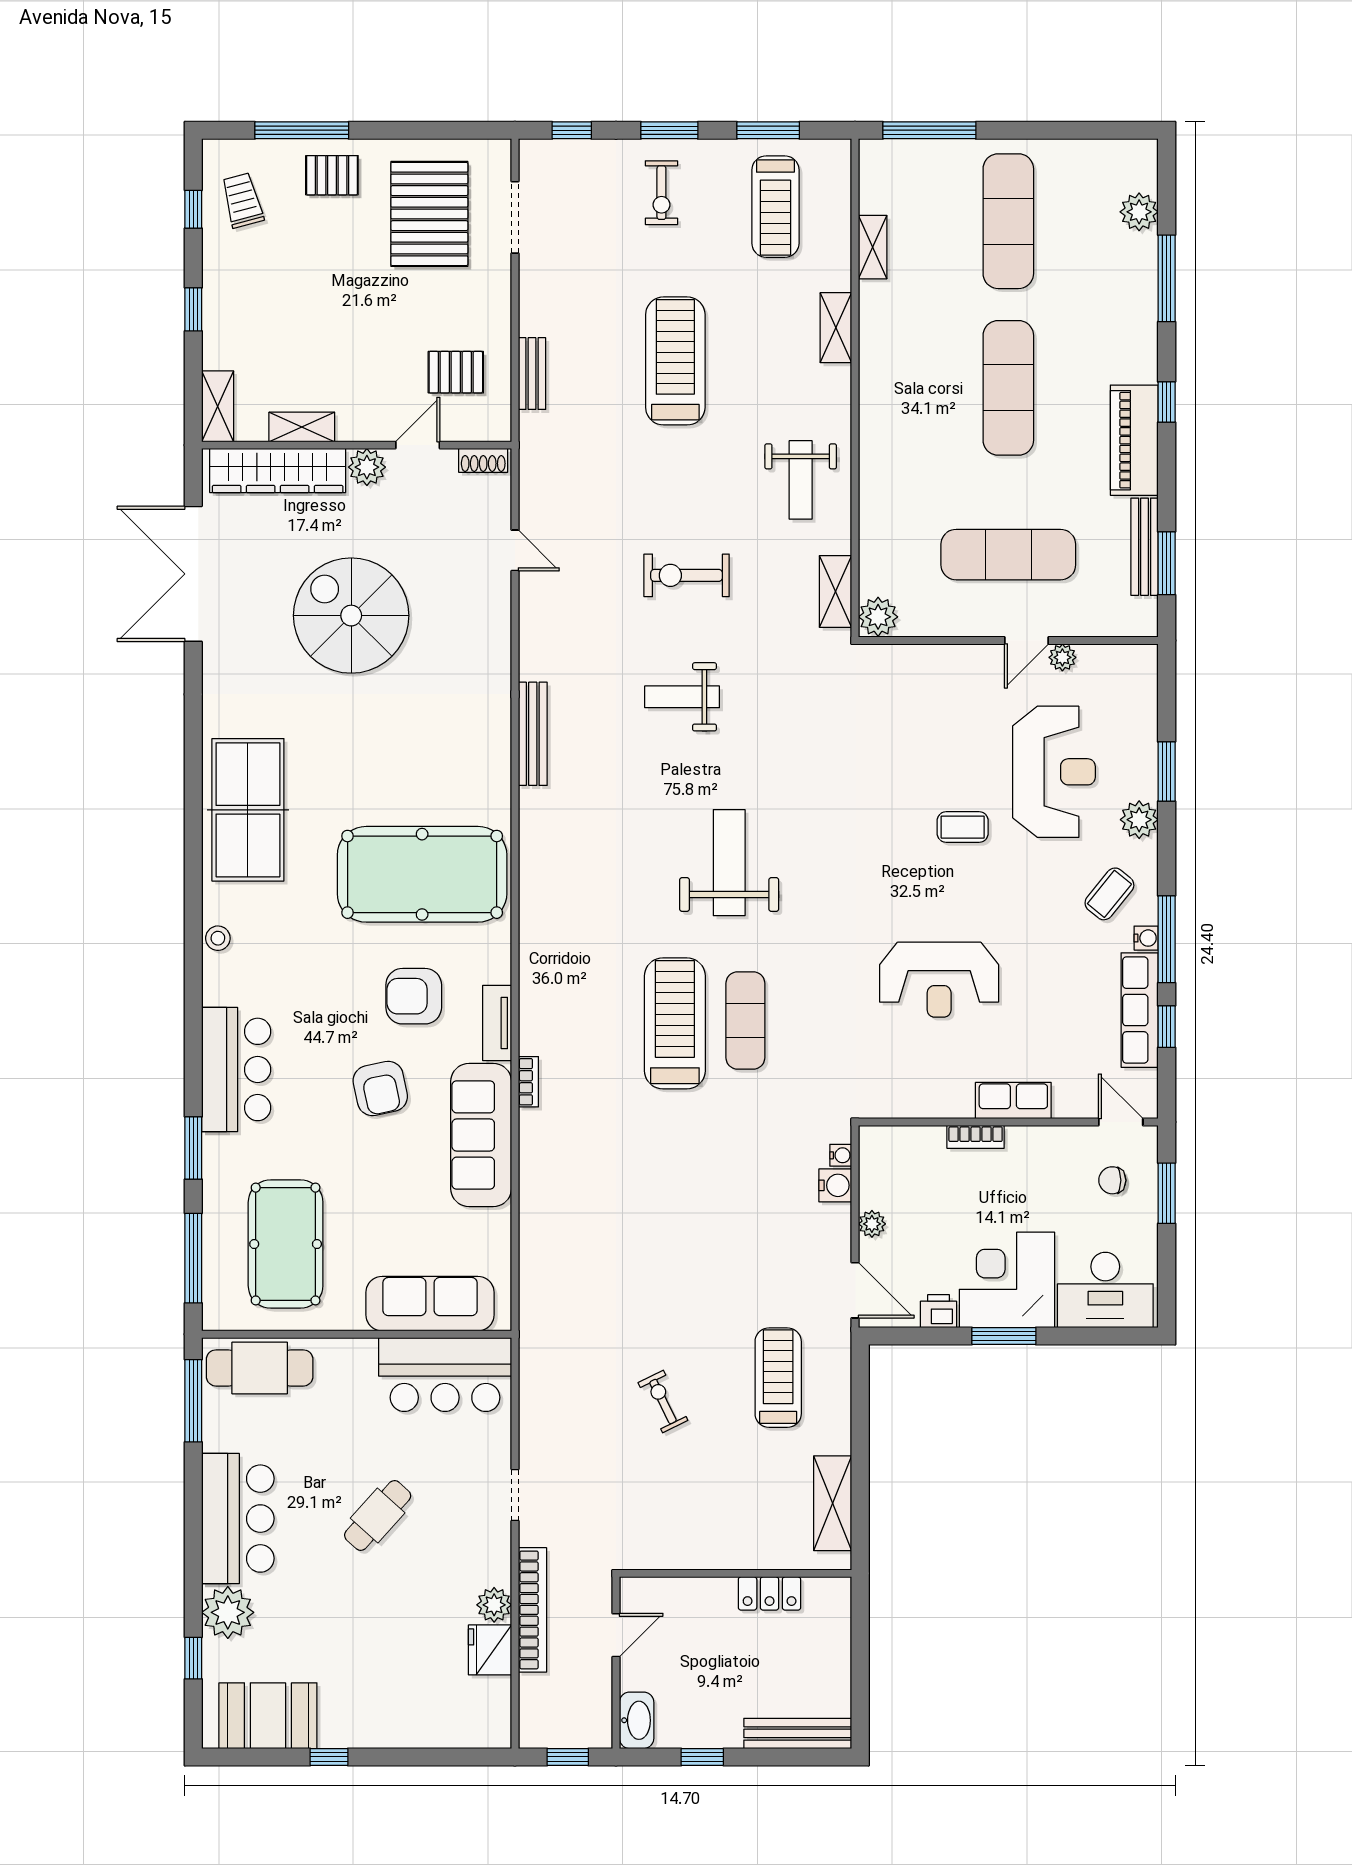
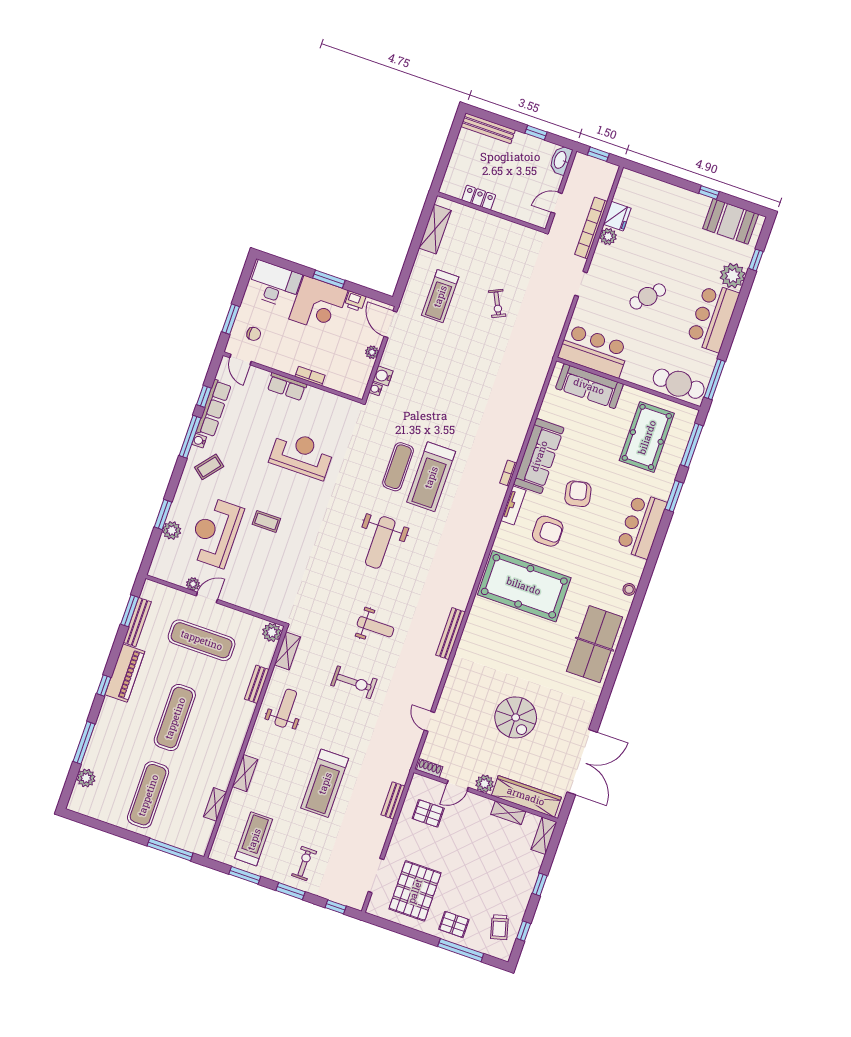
bench: (873, 507) -> (257, 684), added
spiral stairs: (351, 616) -> (516, 717), width x0.73, depth x0.73
plant: (1139, 820) -> (172, 530), moved

